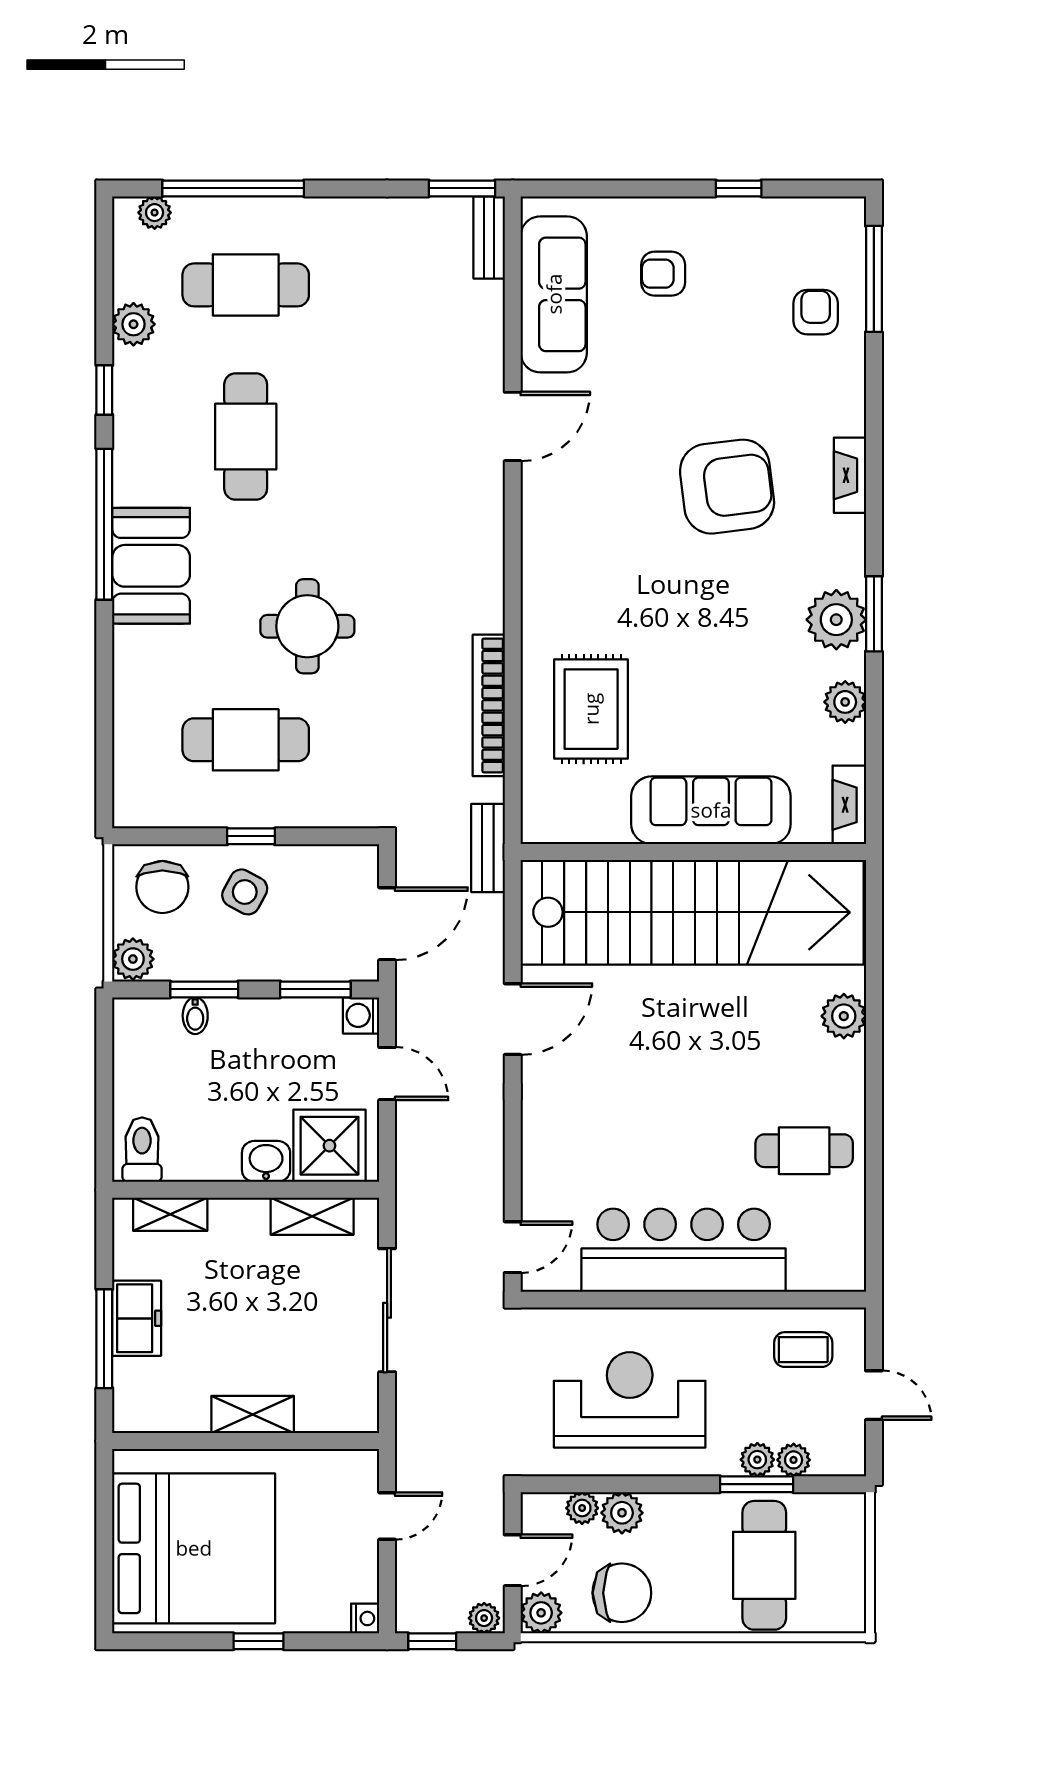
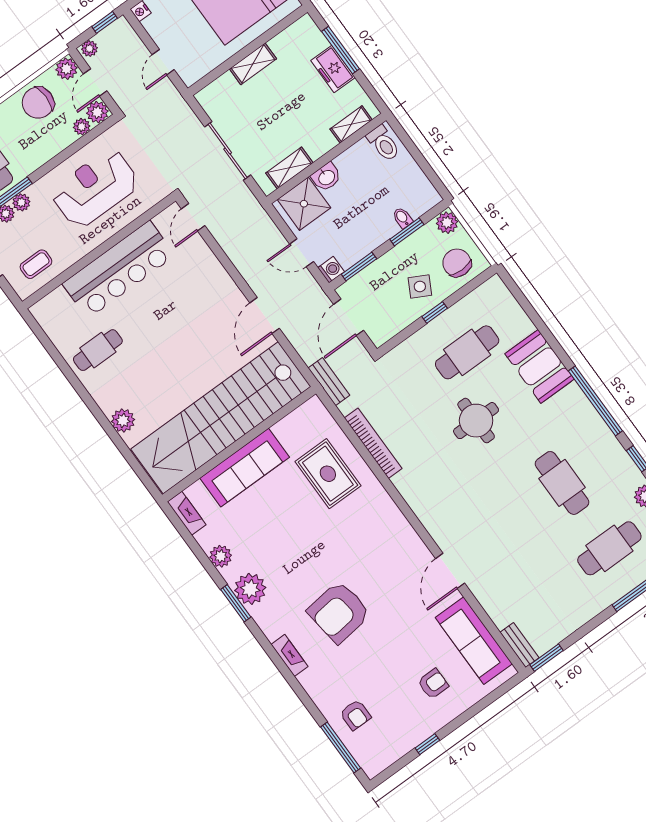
booth: (151, 566) -> (540, 366), moved
reception desk: (630, 1400) -> (95, 188), turned 180
plant: (622, 1513) -> (97, 112), moved

